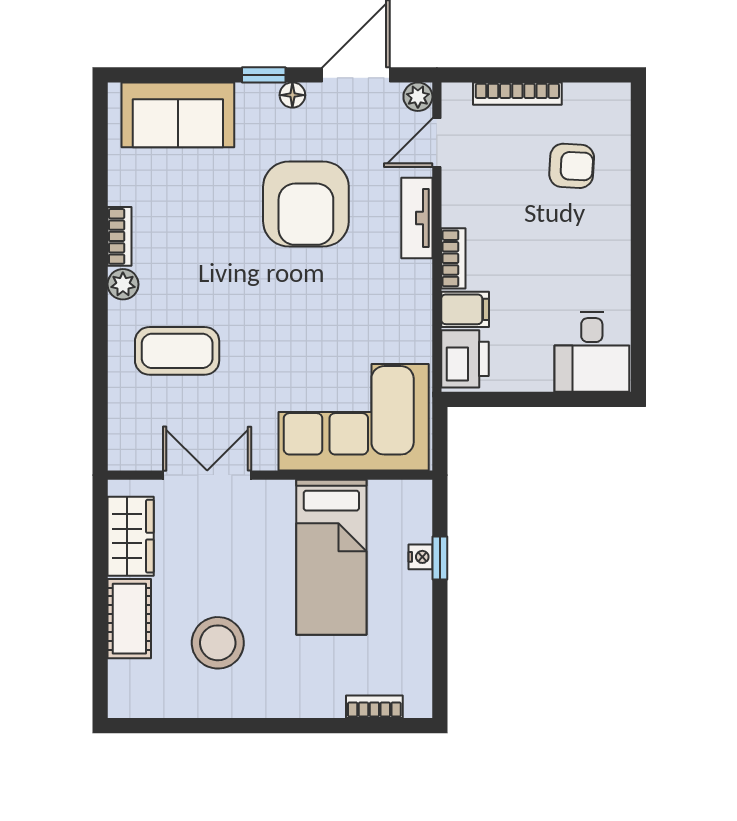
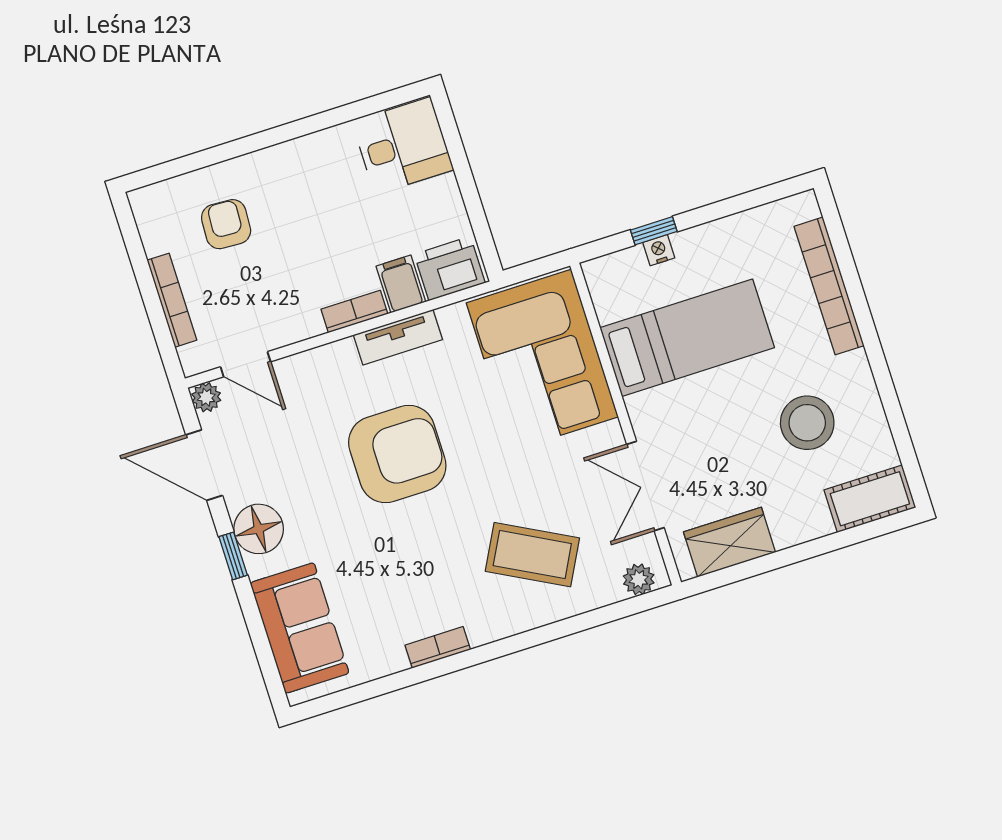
floor lamp: (292, 95) -> (259, 529), width x1.89, depth x1.89
armchair: (306, 204) -> (397, 454), moved
tv unit: (417, 218) -> (398, 337), moved
plant: (123, 284) -> (639, 579), moved
coffee table: (177, 351) -> (532, 555), turned -62
cot: (129, 619) -> (870, 499), moved
bookcase: (374, 707) -> (829, 286), width x2.31, depth x1.31

